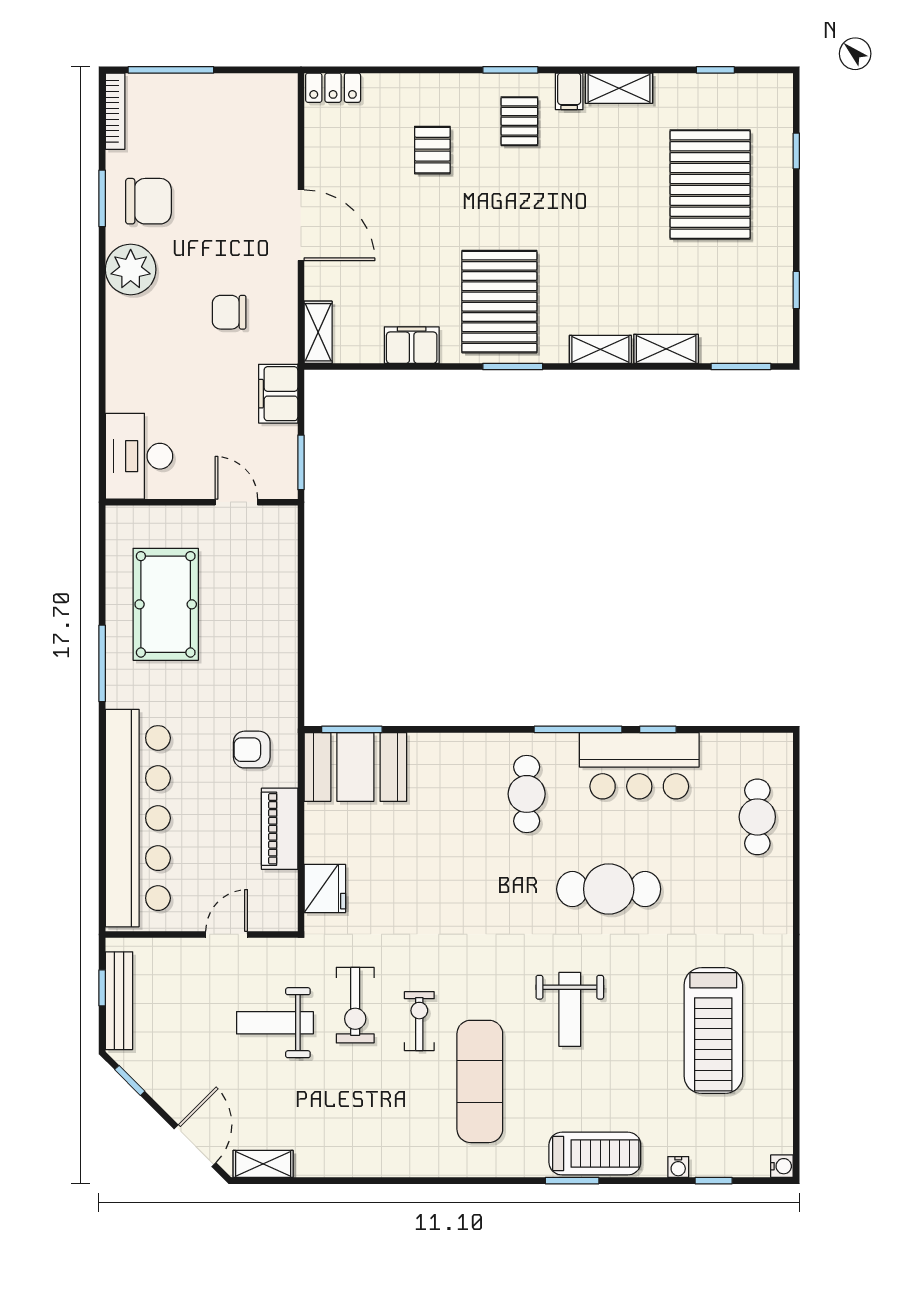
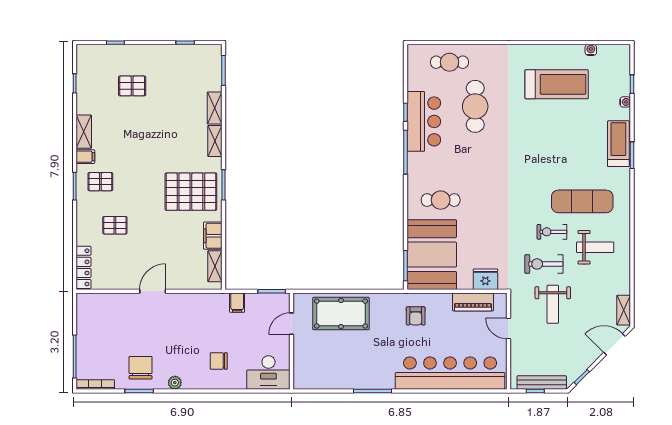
locker: (333, 88) -> (84, 267), width x1.53
pallet: (710, 184) -> (132, 86), width x0.49, depth x0.50
door: (301, 225) -> (153, 291), width x0.73
plant: (131, 269) -> (175, 383), width x0.53, depth x0.53
chair: (229, 312) -> (219, 361), moved, turned 90
shelving: (318, 332) -> (215, 266), moved, turned 90
filing cabinet: (278, 394) -> (237, 303), width x0.50
pool table: (166, 604) -> (341, 314), moved
booth: (355, 767) -> (432, 255), width x1.36, depth x1.42
cafe table: (527, 794) -> (441, 200), moved
piano: (280, 829) -> (473, 302), moved
cafe table: (609, 889) -> (475, 106), moved
exercise bike: (355, 1005) -> (544, 264), turned 180
weight bench: (570, 1009) -> (595, 247), moved
water cooler: (782, 1166) -> (591, 50), moved

